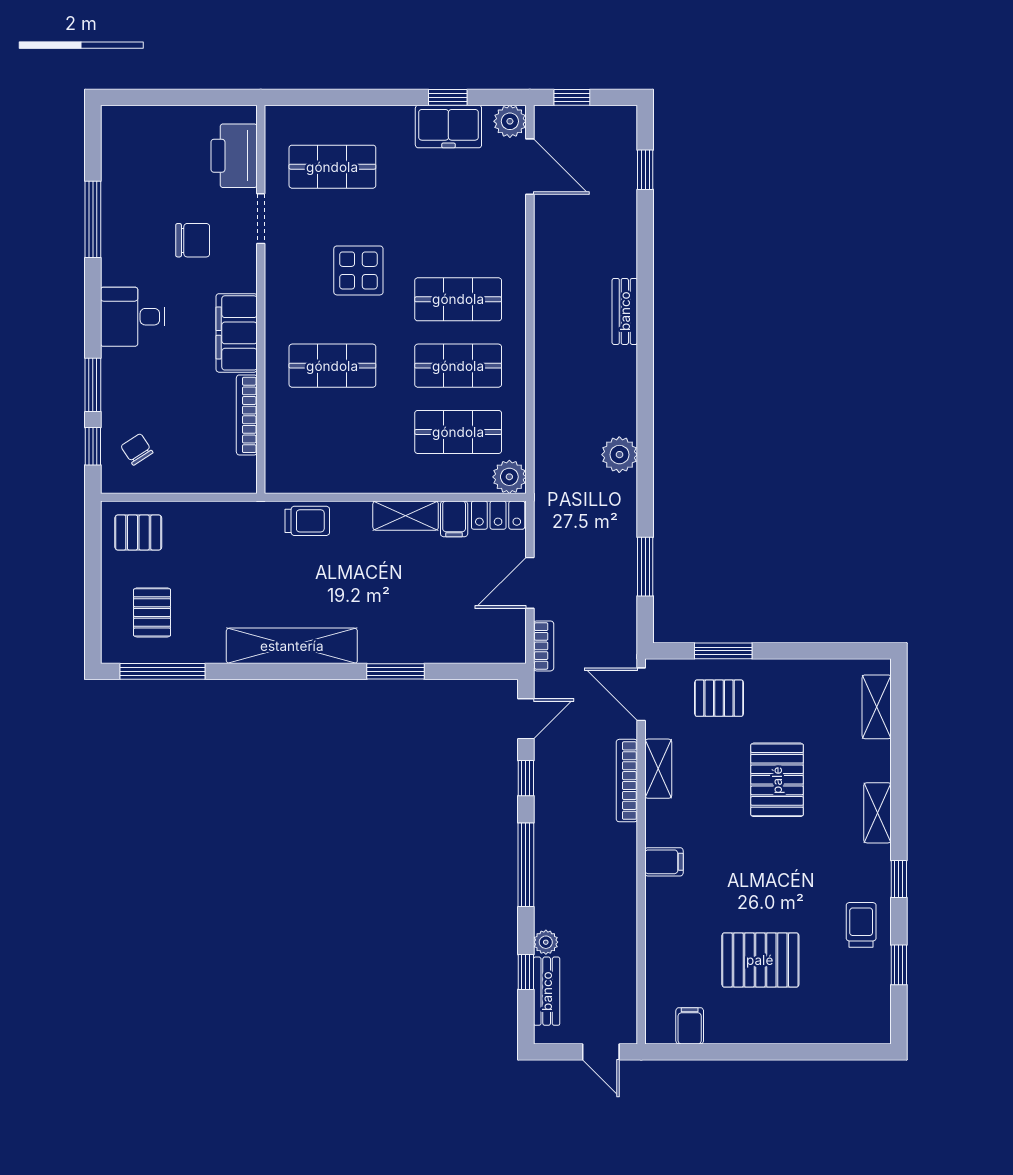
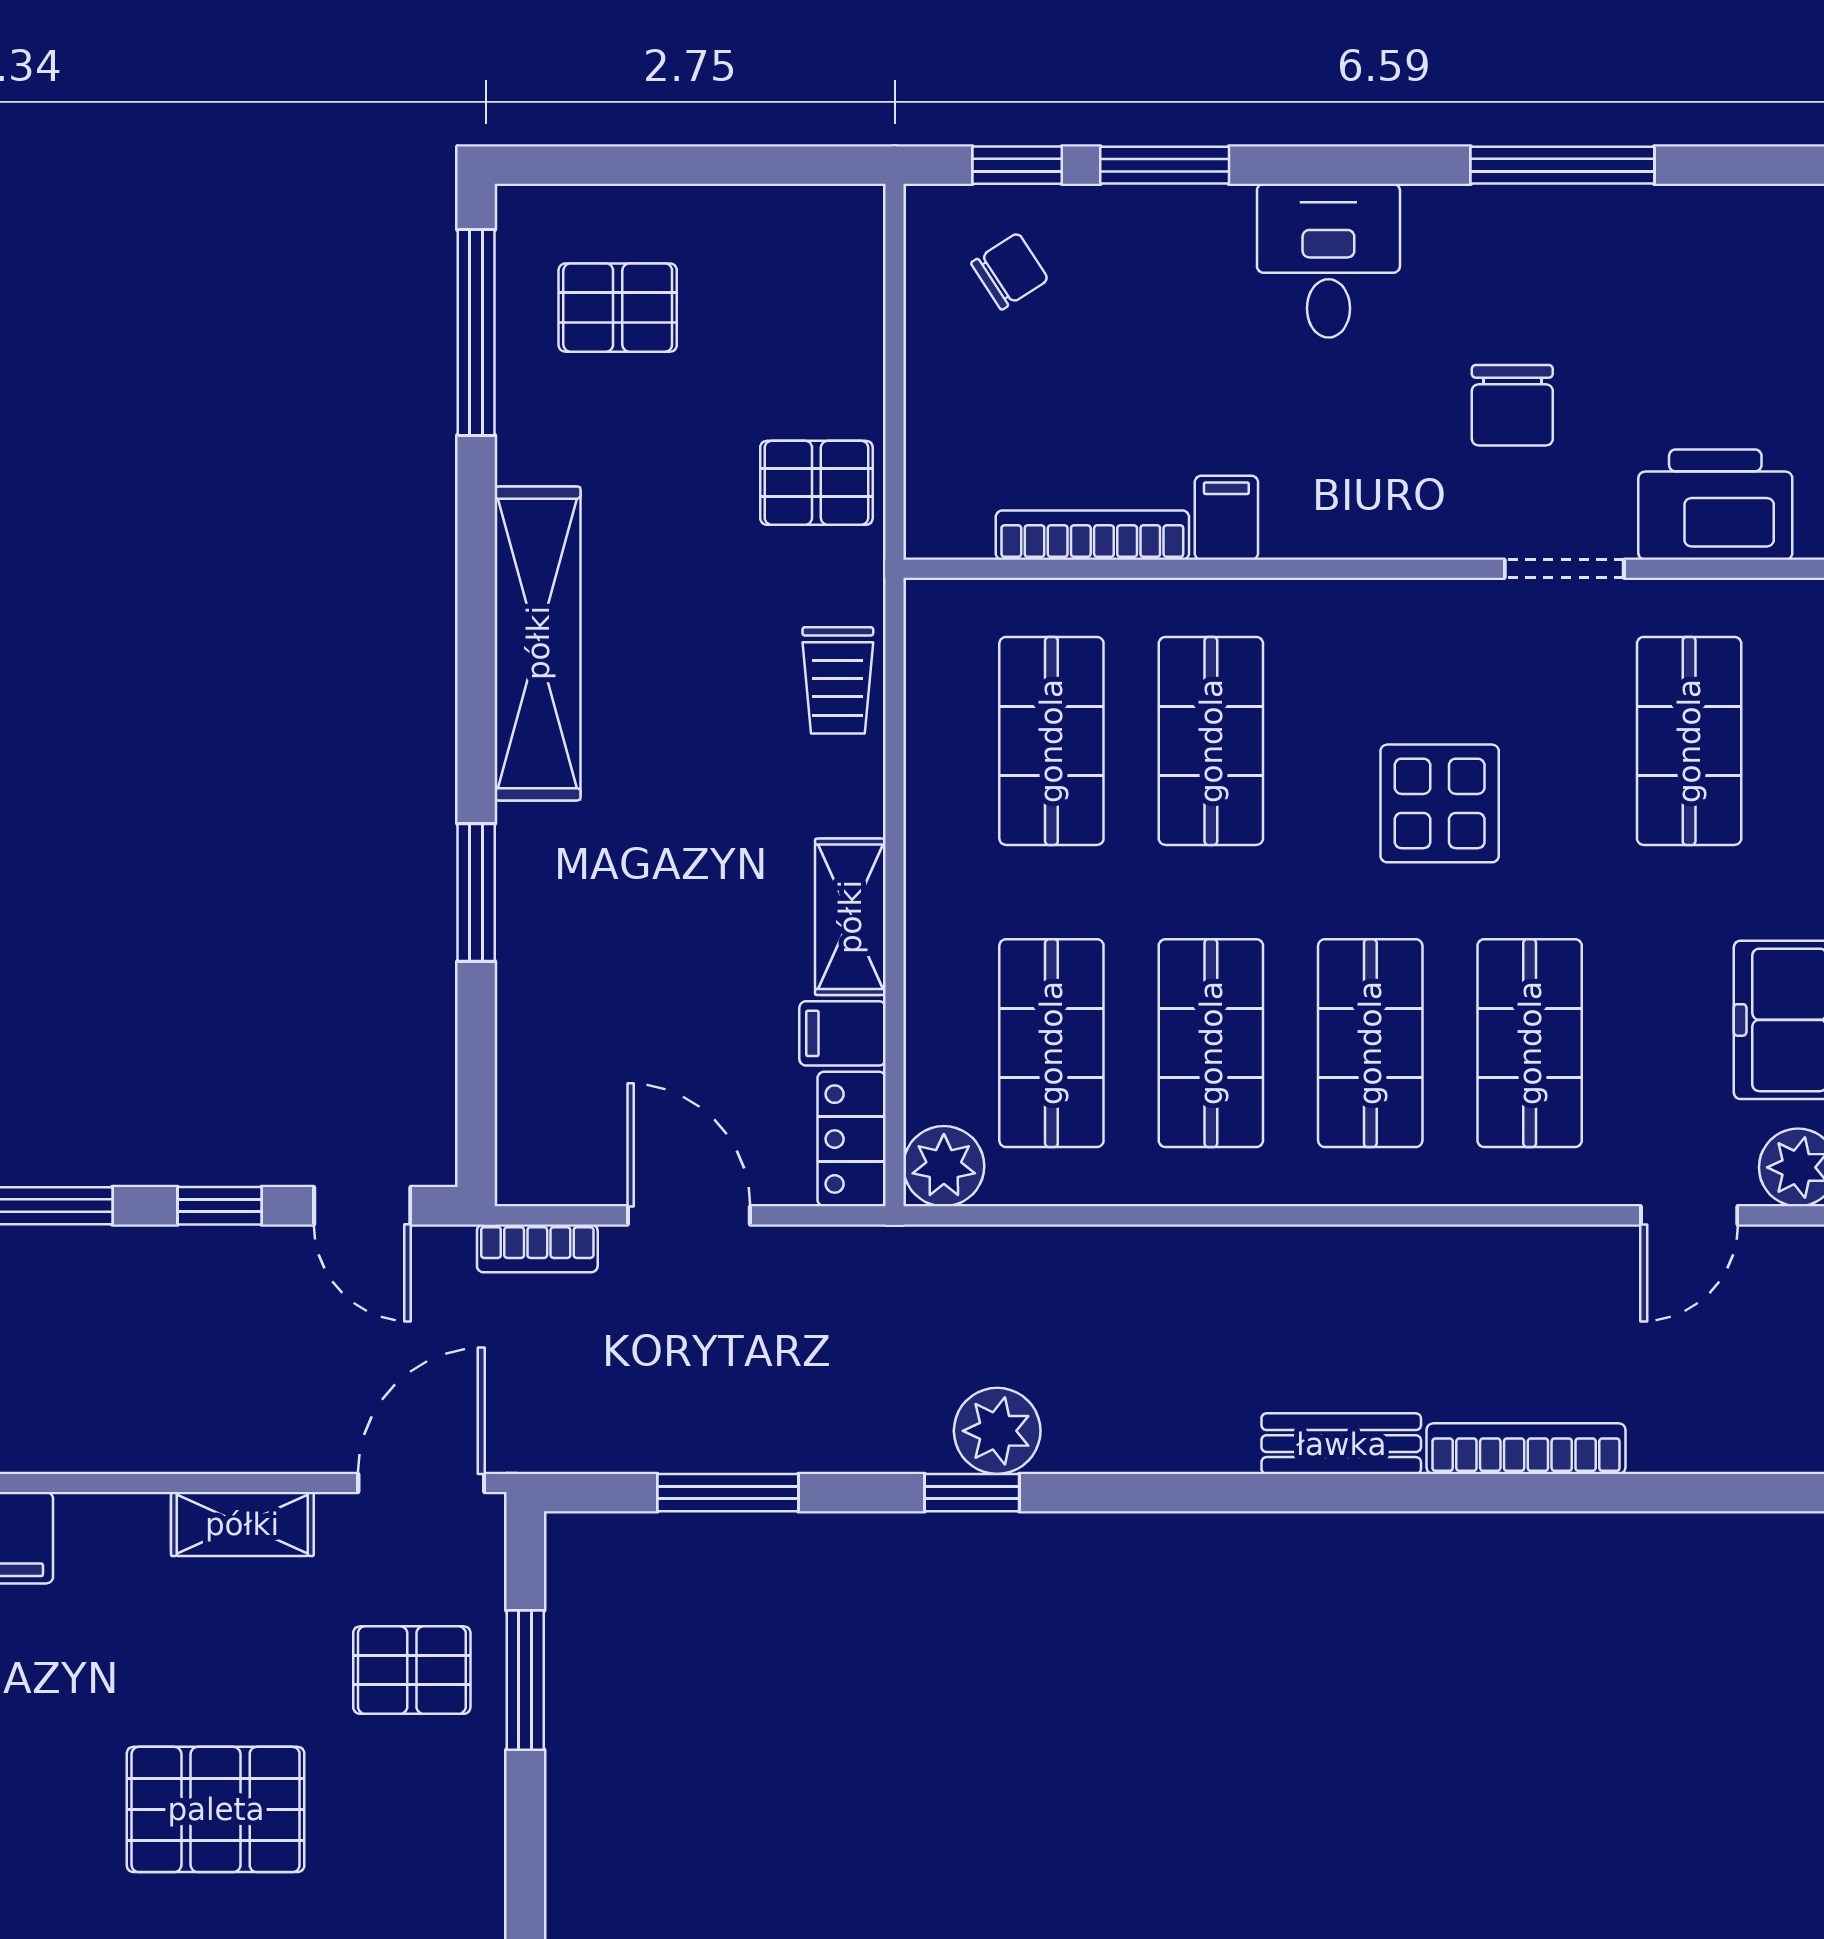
door: (530, 167) -> (1689, 1215), width x0.73
window: (645, 170) -> (972, 1493), moved
shop shelf: (458, 233) -> (1530, 1043), added
filing cabinet: (237, 333) -> (1226, 518), width x0.33, depth x0.86
shop shelf: (332, 432) -> (1051, 741), added
pallet: (138, 532) -> (816, 483), moved, turned 90
pallet: (719, 698) -> (412, 1670), turned 90
bookcase: (627, 781) -> (1526, 1449), moved

